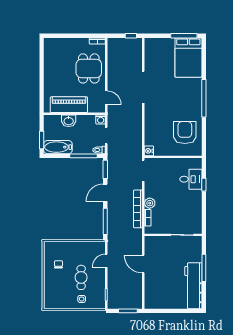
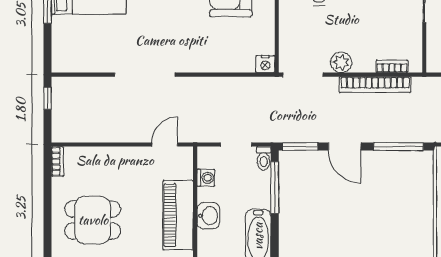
dining table: (89, 68) -> (93, 220), moved
washing machine: (101, 119) -> (206, 178), moved
plant: (150, 203) -> (341, 62), moved

